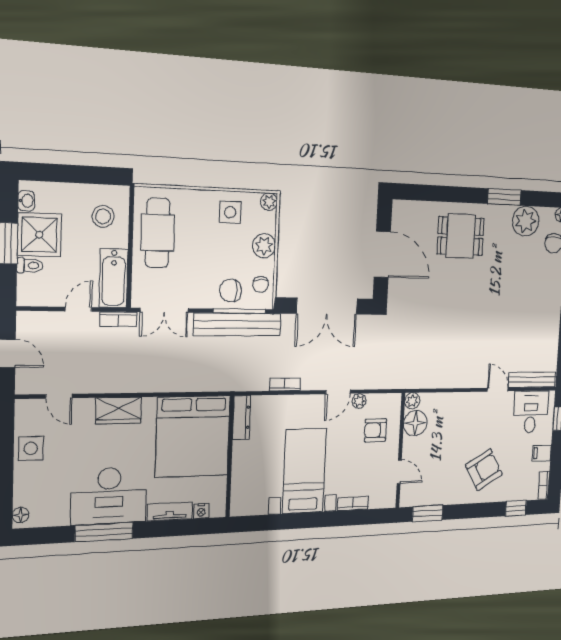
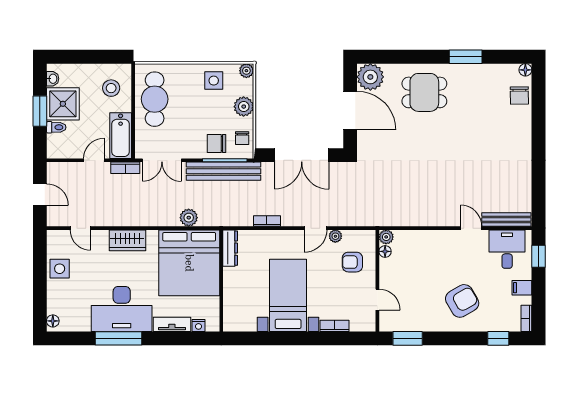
plant: (526, 221) -> (370, 77), moved
plant: (194, 381) -> (189, 218), added
floor lamp: (415, 423) -> (385, 251), width x0.53, depth x0.53

